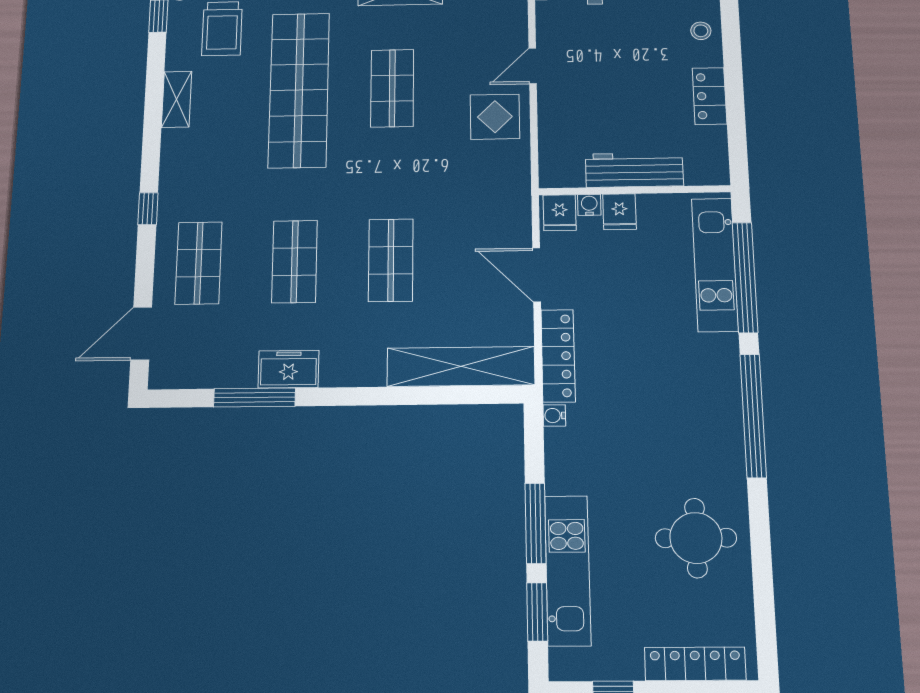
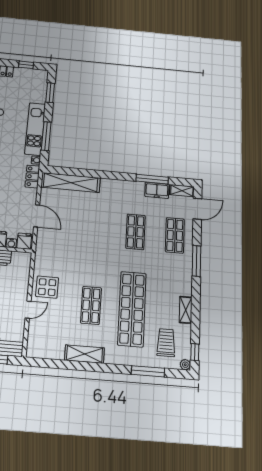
window: (148, 209) -> (196, 261), width x2.17
shop shelf: (391, 260) -> (96, 228), removed
locker: (558, 356) -> (32, 177), width x0.66
freezer: (288, 369) -> (157, 190), moved
shelving: (179, 376) -> (182, 191), added
window: (536, 523) -> (46, 136), moved
kitchen unit: (568, 570) -> (35, 129), moved

